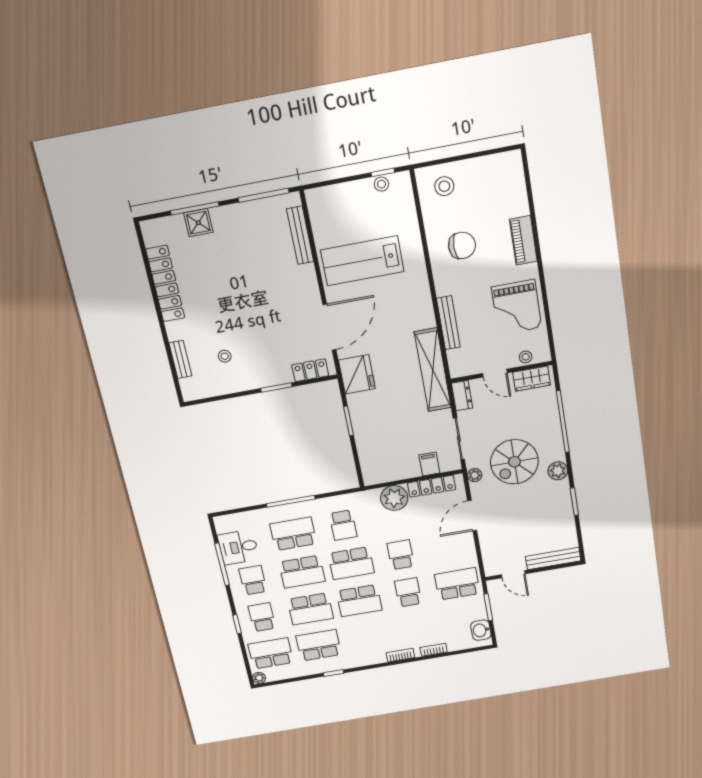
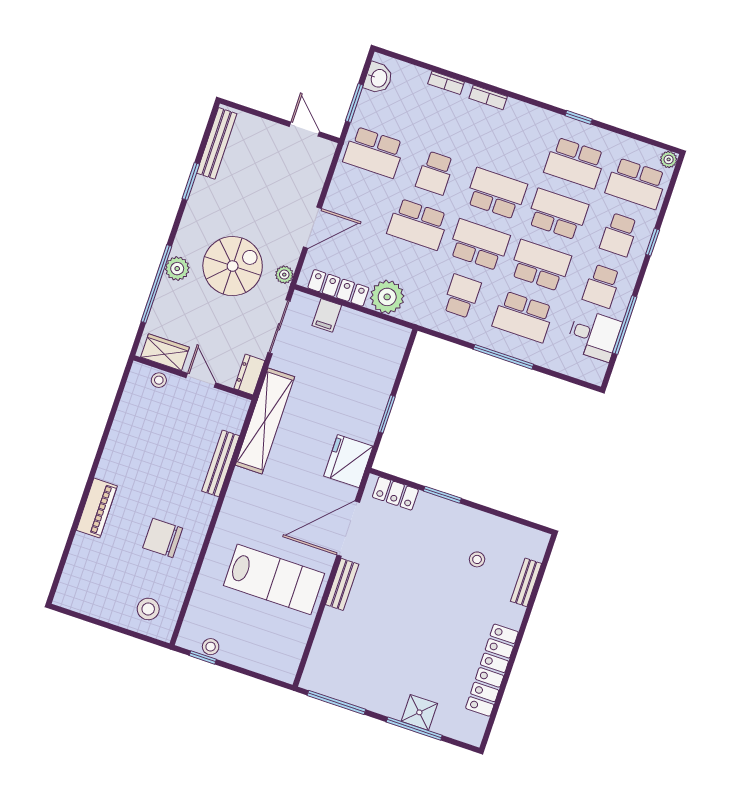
bench: (300, 235) -> (342, 584), moved, width x0.73
grand piano: (517, 307) -> (140, 440), removed
plant: (558, 471) -> (177, 269), moved
school desk: (401, 555) -> (418, 224), width x1.85
bench: (553, 559) -> (217, 143), moved, turned 90

